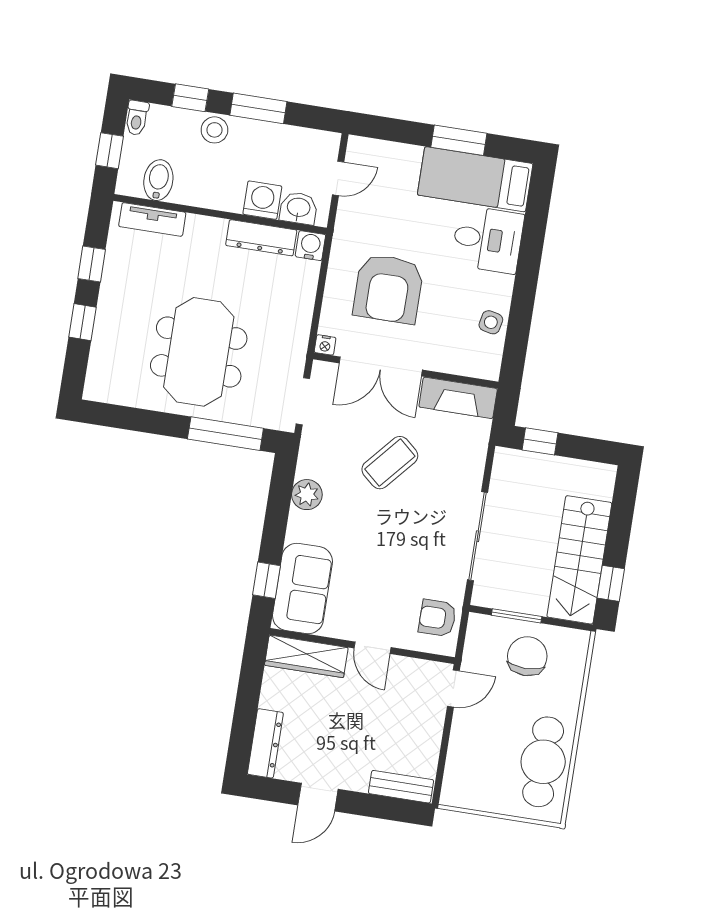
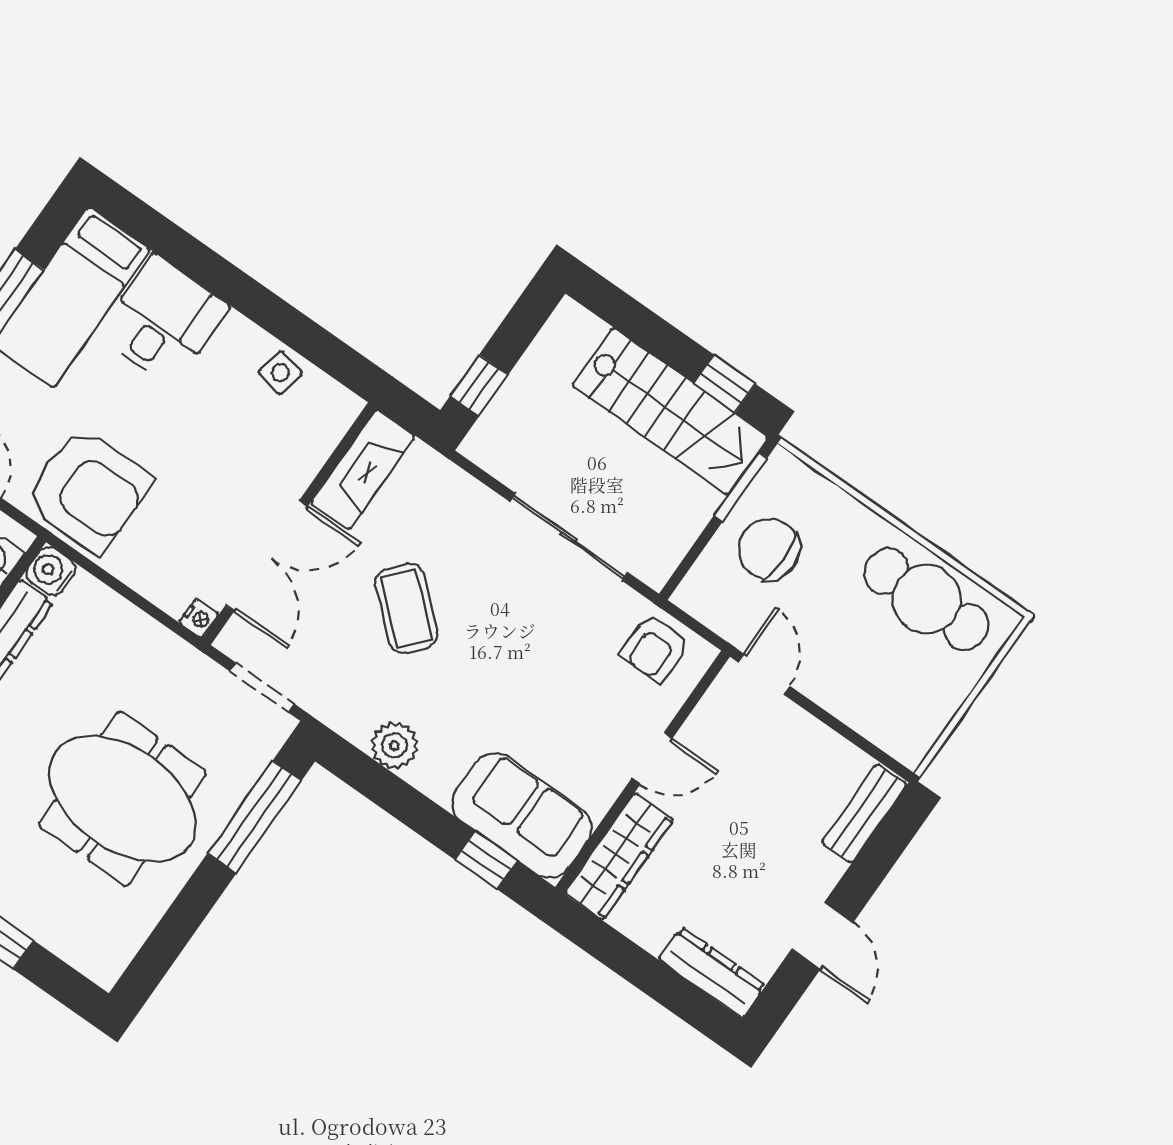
armchair: (388, 289) -> (88, 490), moved
window: (517, 616) -> (741, 487), moved

